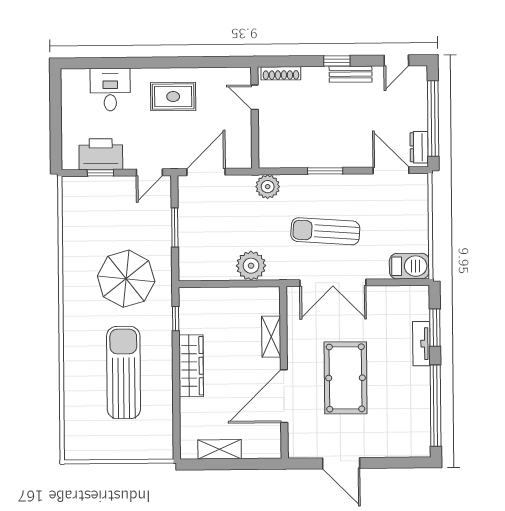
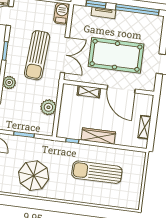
sun lounger: (325, 231) -> (37, 55), width x1.36, depth x1.34
plant: (251, 266) -> (48, 107), moved
parasol: (126, 279) -> (34, 176), moved
pool table: (346, 378) -> (116, 55), width x1.36, depth x1.32

